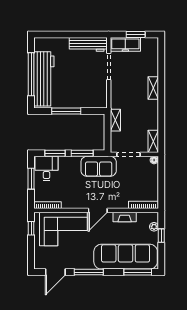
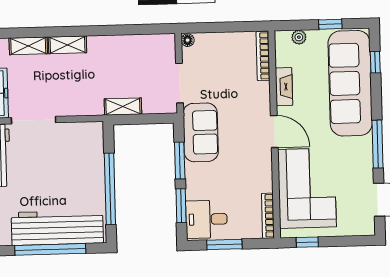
window: (66, 111) -> (110, 189), width x1.46
shelving: (153, 141) -> (28, 46), moved
window: (161, 236) -> (330, 24), moved
window: (138, 272) -> (375, 62), width x0.46

